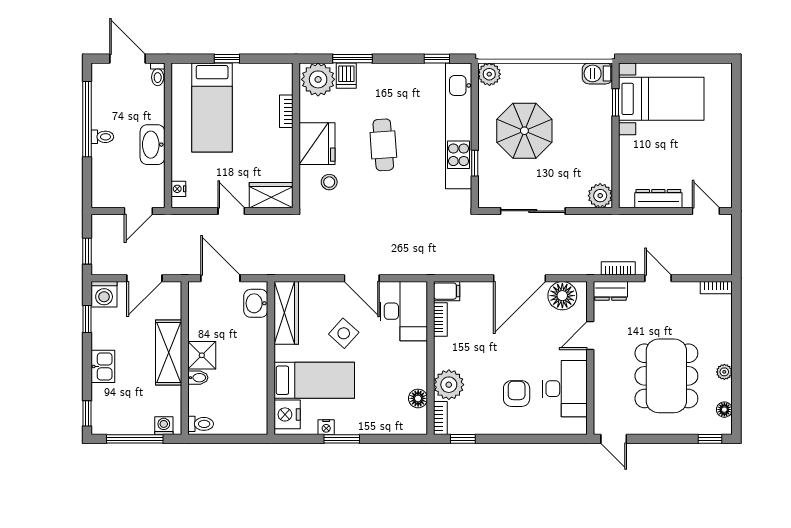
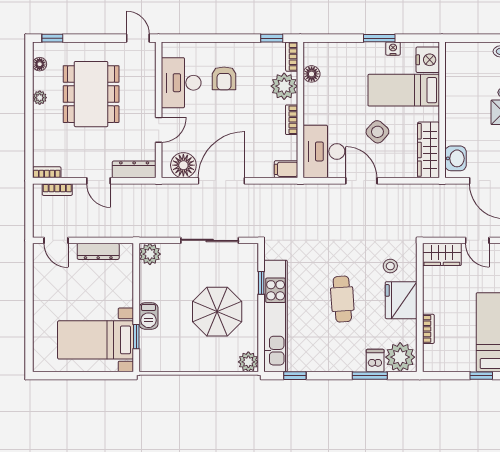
barbecue: (597, 73) -> (148, 316), moved, turned 90
bookcase: (618, 268) -> (57, 190), moved
dresser: (610, 291) -> (134, 169), width x1.44
bookcase: (440, 319) -> (292, 120), moved

